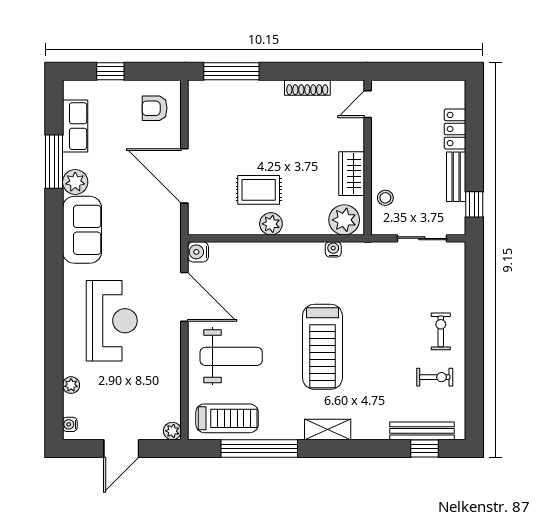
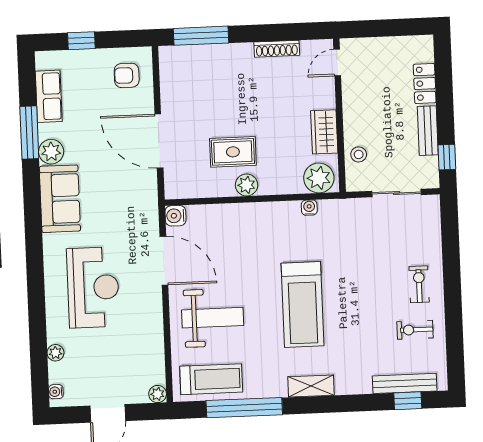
exercise bike: (435, 377) -> (415, 330), turned 180

